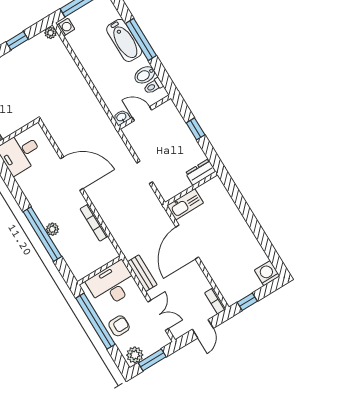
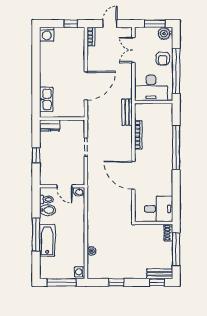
plant: (51, 33) -> (92, 251), moved
kitchen sink: (185, 204) -> (46, 99), moved, turned 90
plant: (52, 229) -> (168, 147), removed
bench: (142, 273) -> (127, 112), moved
armchair: (119, 326) -> (163, 59), turned -90

